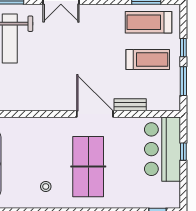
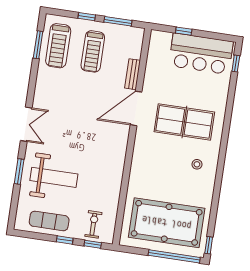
treadmill: (148, 60) -> (93, 51), turned 180
bar counter: (162, 149) -> (201, 54), moved

